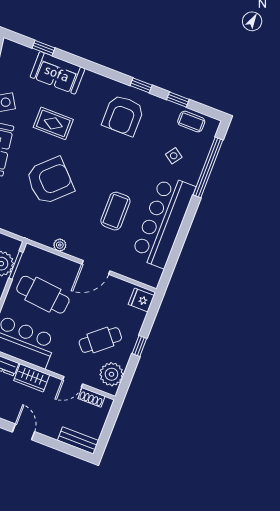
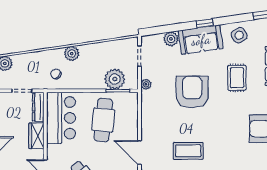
armchair: (50, 181) -> (192, 92), turned -136
plant: (60, 245) -> (146, 84), moved

